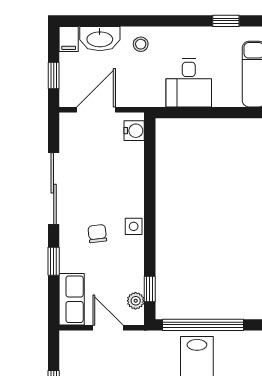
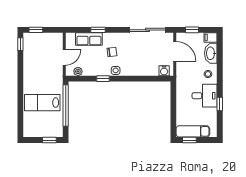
window: (226, 21) -> (220, 104), moved
desk: (189, 83) -> (205, 96), moved, turned 180
sliding door: (54, 189) -> (148, 30), moved
window: (150, 289) -> (103, 79), moved
row of seats: (72, 299) -> (89, 39), moved

